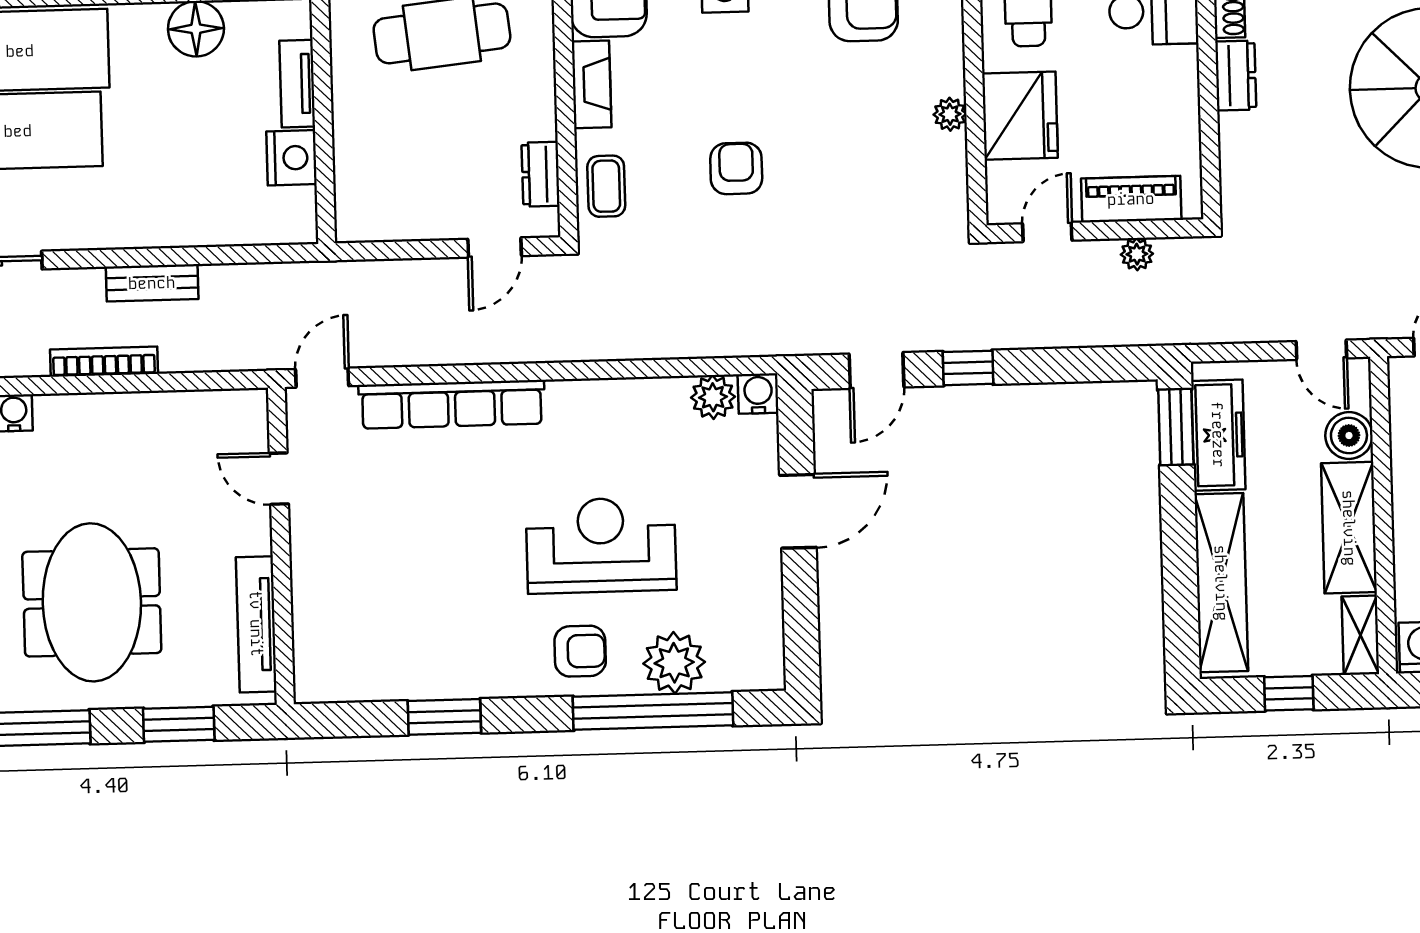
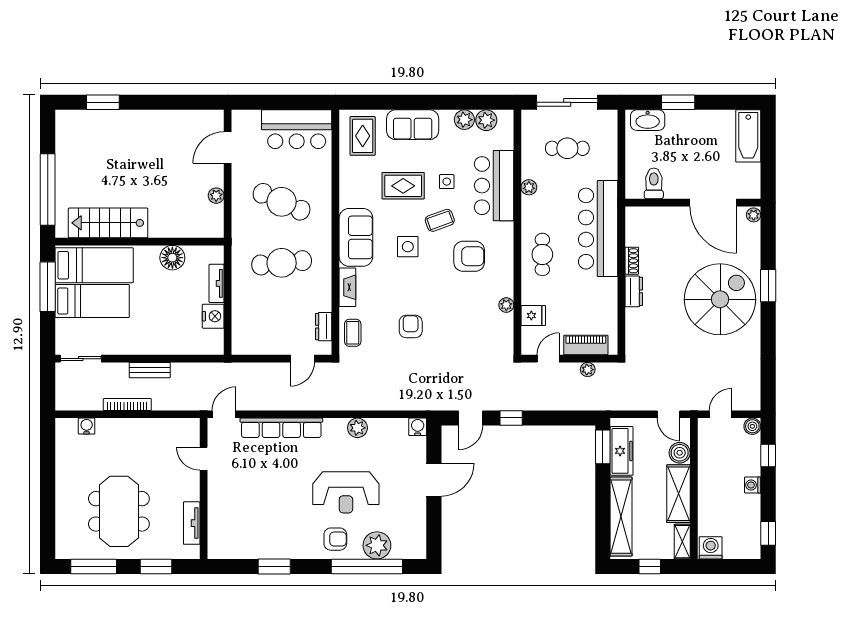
fridge: (1020, 116) -> (533, 316), width x0.53, depth x0.75
plant: (713, 397) -> (357, 428), moved
reception desk: (601, 545) -> (346, 492), turned 180
tv unit: (256, 624) -> (192, 523), width x0.71

